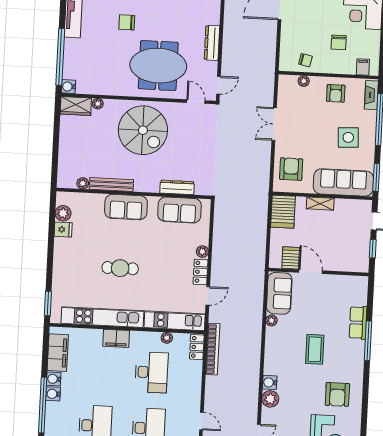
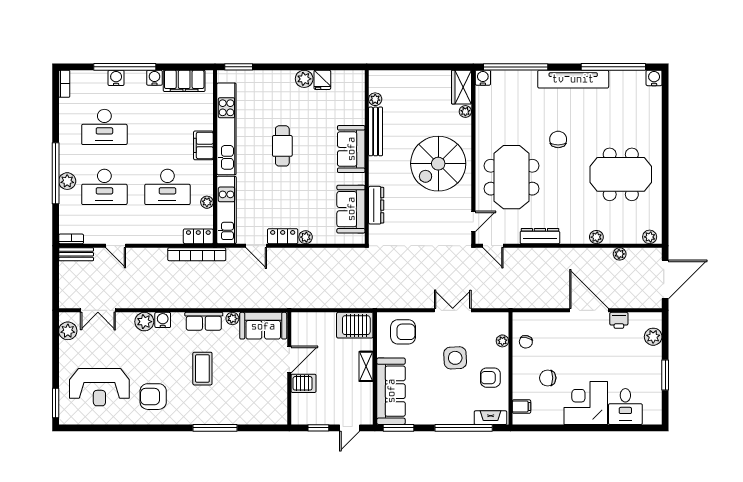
side table: (348, 137) -> (455, 358), moved
plant: (63, 213) -> (304, 79), moved
server rack: (291, 258) -> (304, 383), moved
row of seats: (358, 323) -> (204, 321), moved, turned 180
coffee table: (315, 349) -> (202, 369), turned 90
water cooler: (53, 394) -> (116, 78), moved
door: (201, 421) -> (116, 246), hinge flipped

